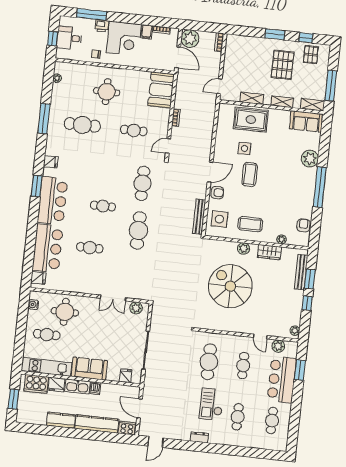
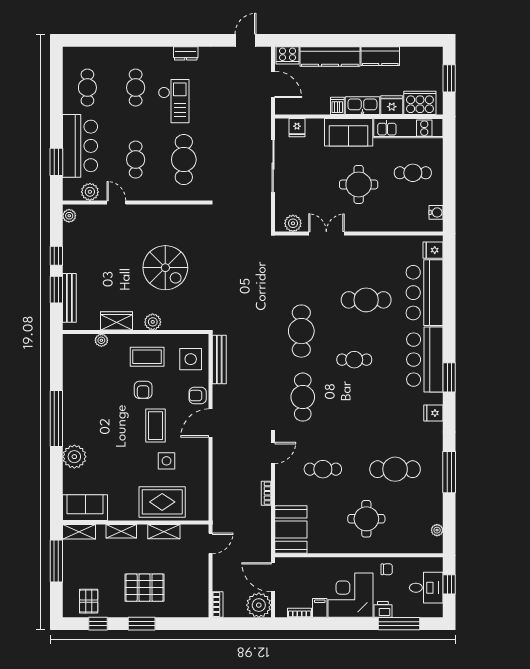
pallet: (283, 65) -> (145, 588), moved, turned 90
armchair: (303, 225) -> (143, 390), moved
cafe table: (90, 248) -> (366, 300), width x1.37, depth x1.35
spiral stairs: (230, 286) -> (165, 268), width x0.73, depth x0.73
round table: (65, 312) -> (359, 184), moved

